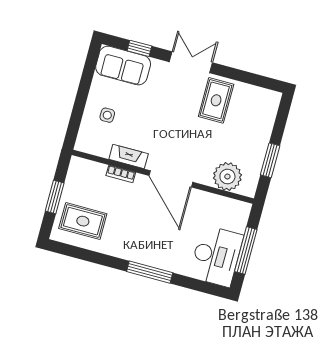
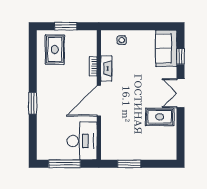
double door: (191, 62) -> (181, 93), swing flipped
side table: (107, 115) -> (122, 40), moved
plant: (227, 176) -> (111, 138), removed
desk: (216, 256) -> (82, 141), moved, turned -90
window: (150, 272) -> (33, 103), width x0.69

